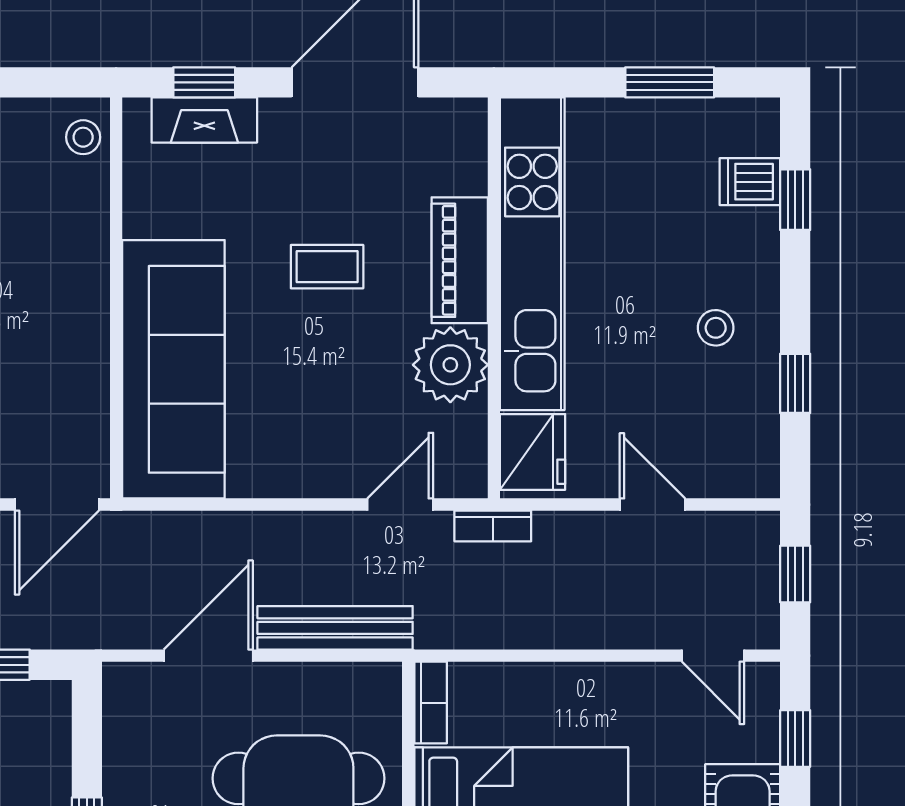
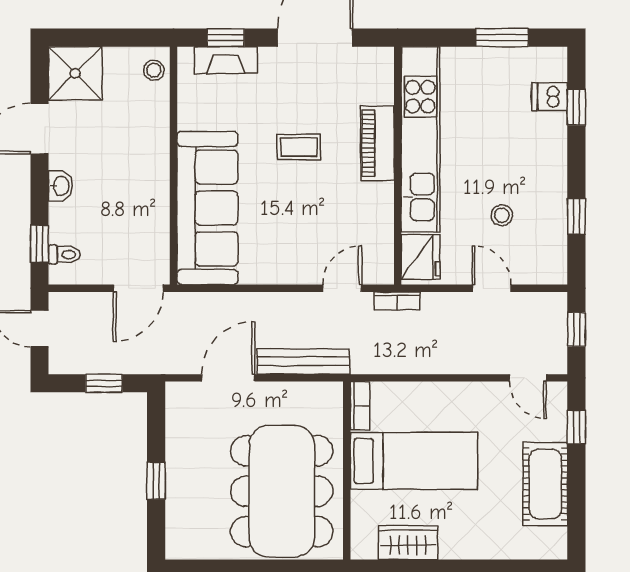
stool: (716, 328) -> (502, 215), moved
plant: (450, 365) -> (372, 205), removed

